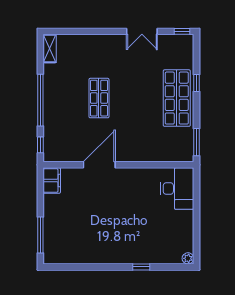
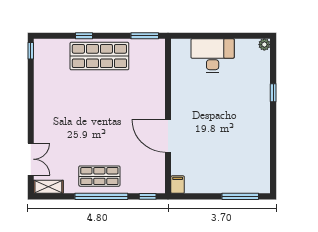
double door: (142, 31) -> (31, 159), moved
shop shelf: (99, 98) -> (99, 176), moved
filing cabinet: (52, 180) -> (178, 185), width x0.50
desk: (177, 189) -> (213, 56), moved

